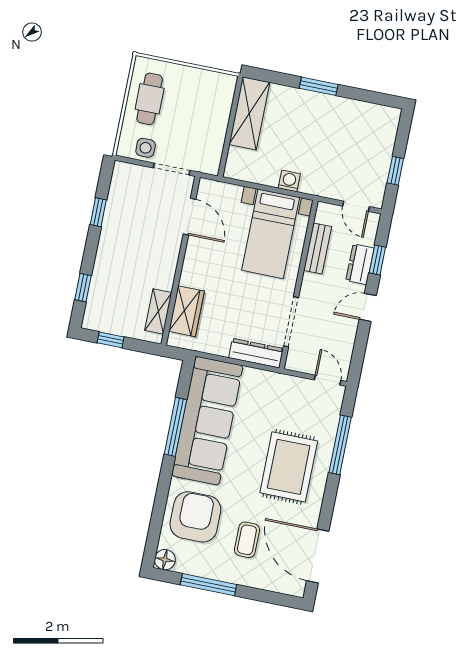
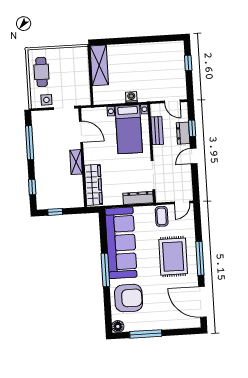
window: (319, 86) -> (134, 40), removed
window: (395, 171) -> (188, 63), moved
window: (98, 212) -> (30, 143), width x2.17
shelving: (158, 311) -> (76, 162), moved
wardrobe: (187, 311) -> (93, 185), width x1.50
door: (328, 380) -> (182, 203), swing flipped
window: (175, 427) -> (105, 270), moved
window: (340, 445) -> (200, 258), moved
armchair: (195, 517) -> (129, 298), turned 90
coffee table: (247, 540) -> (162, 216), moved

